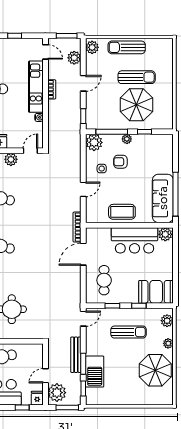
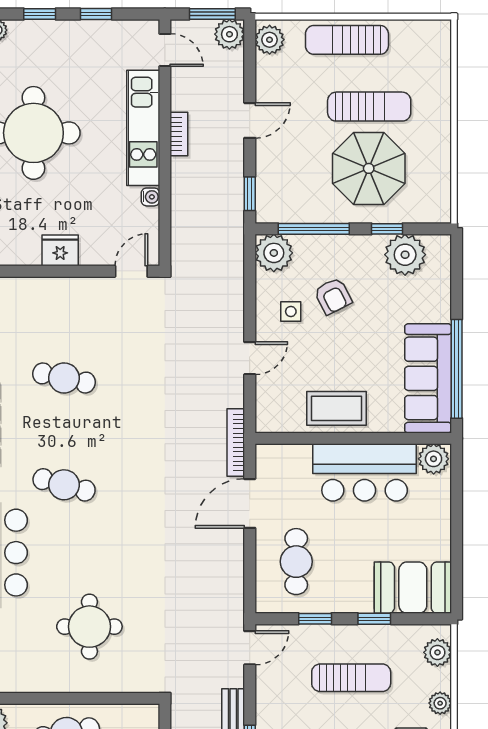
plant: (74, 58) -> (229, 34), moved
plant: (127, 139) -> (405, 255), moved, width x1.88, depth x1.88
plant: (11, 159) -> (88, 291), removed
armchair: (120, 162) -> (333, 296), turned -117

